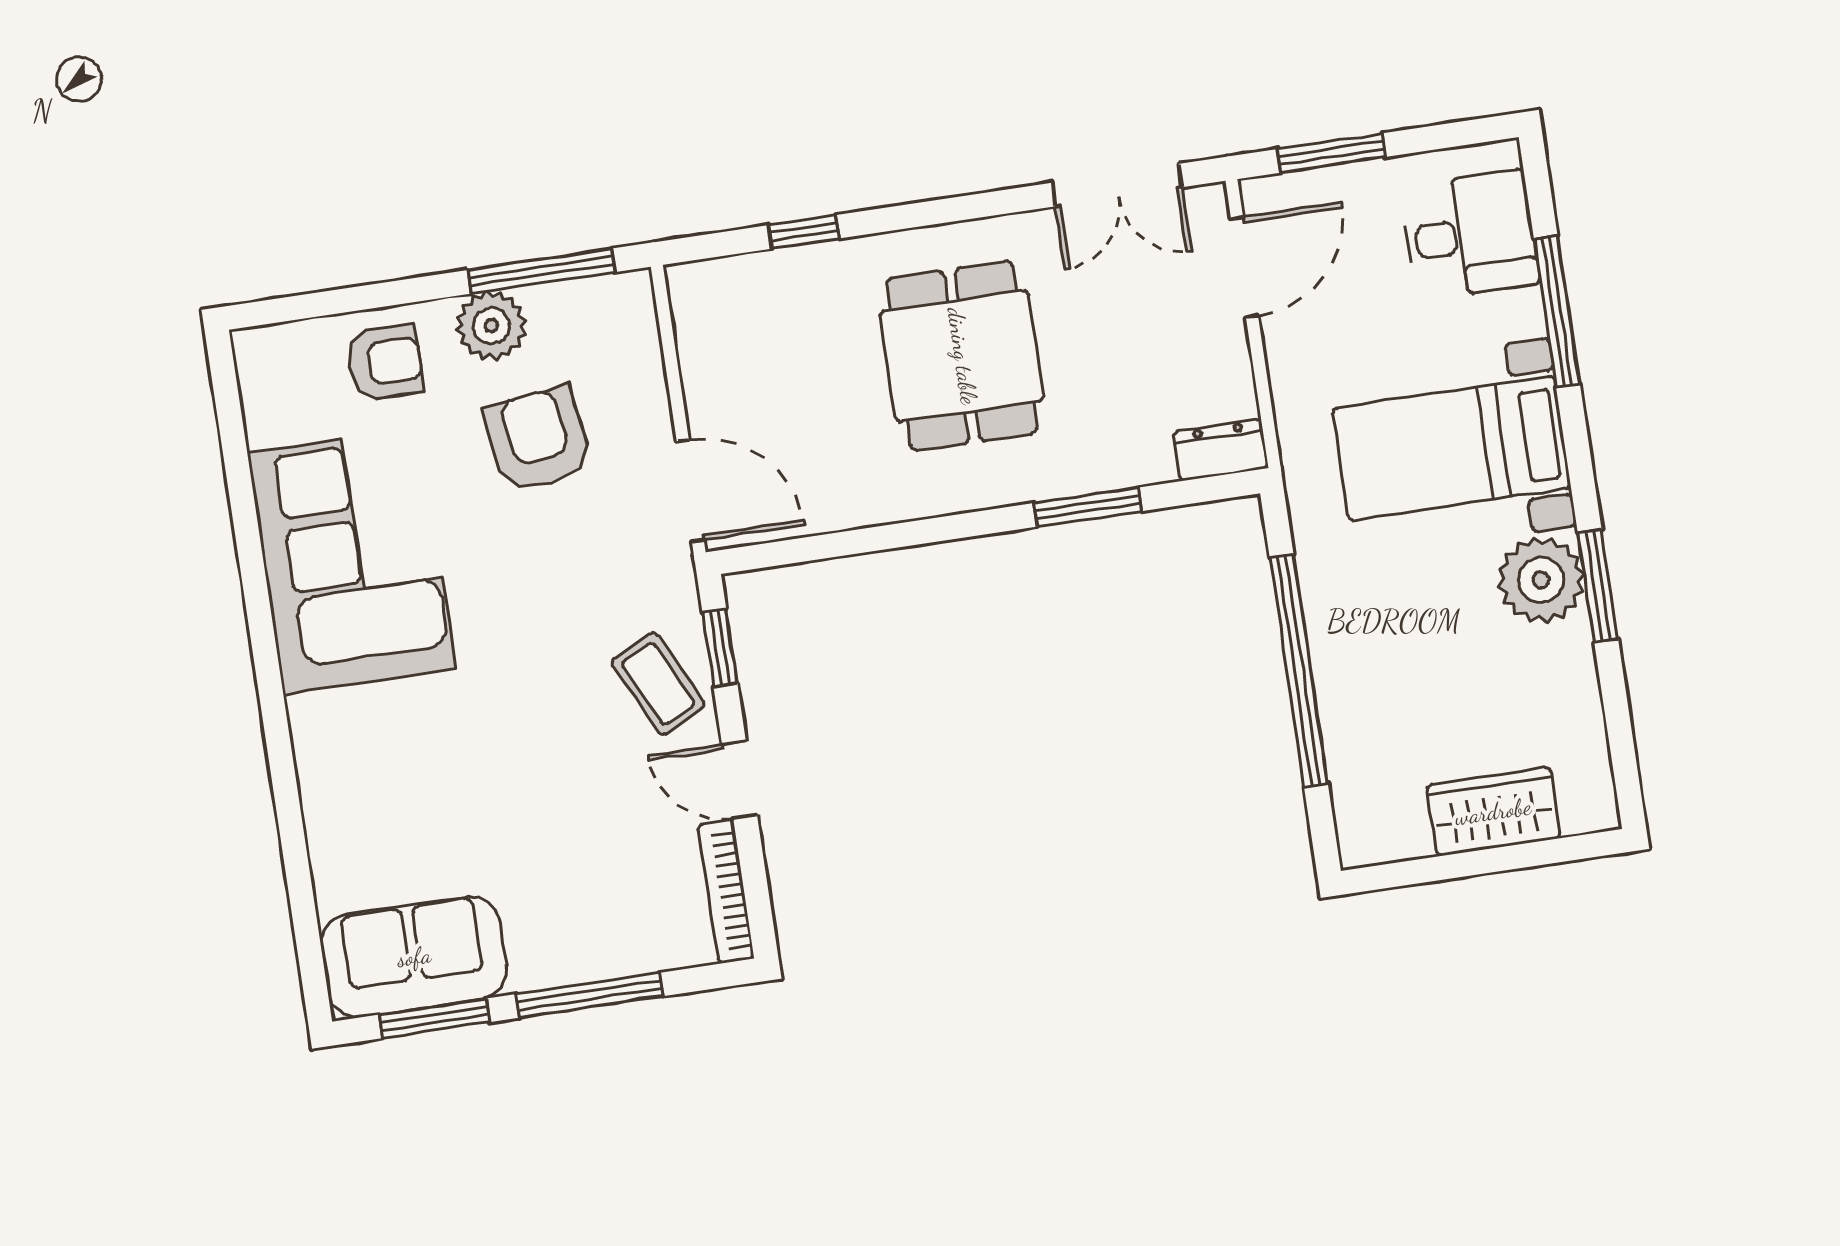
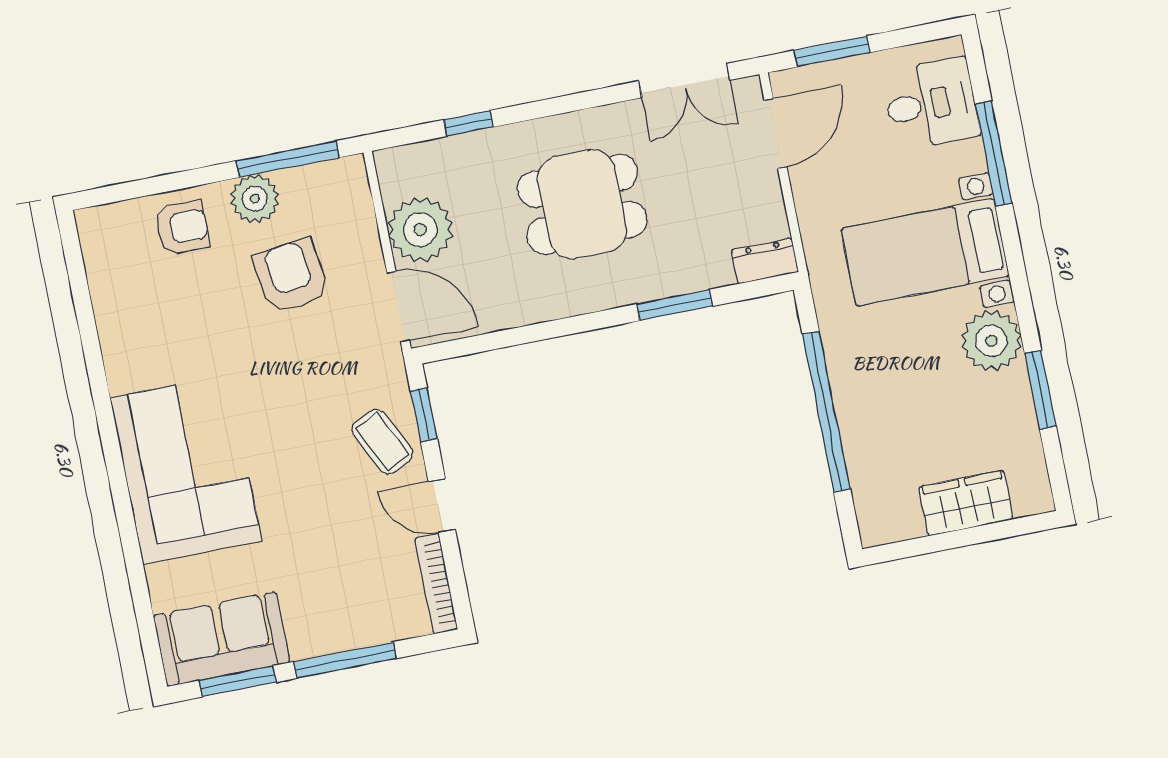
dining table: (962, 356) -> (582, 204), turned 90
plant: (727, 381) -> (420, 230), added
corner sofa: (351, 561) -> (186, 469), moved
window: (1598, 586) -> (1040, 390), moved

